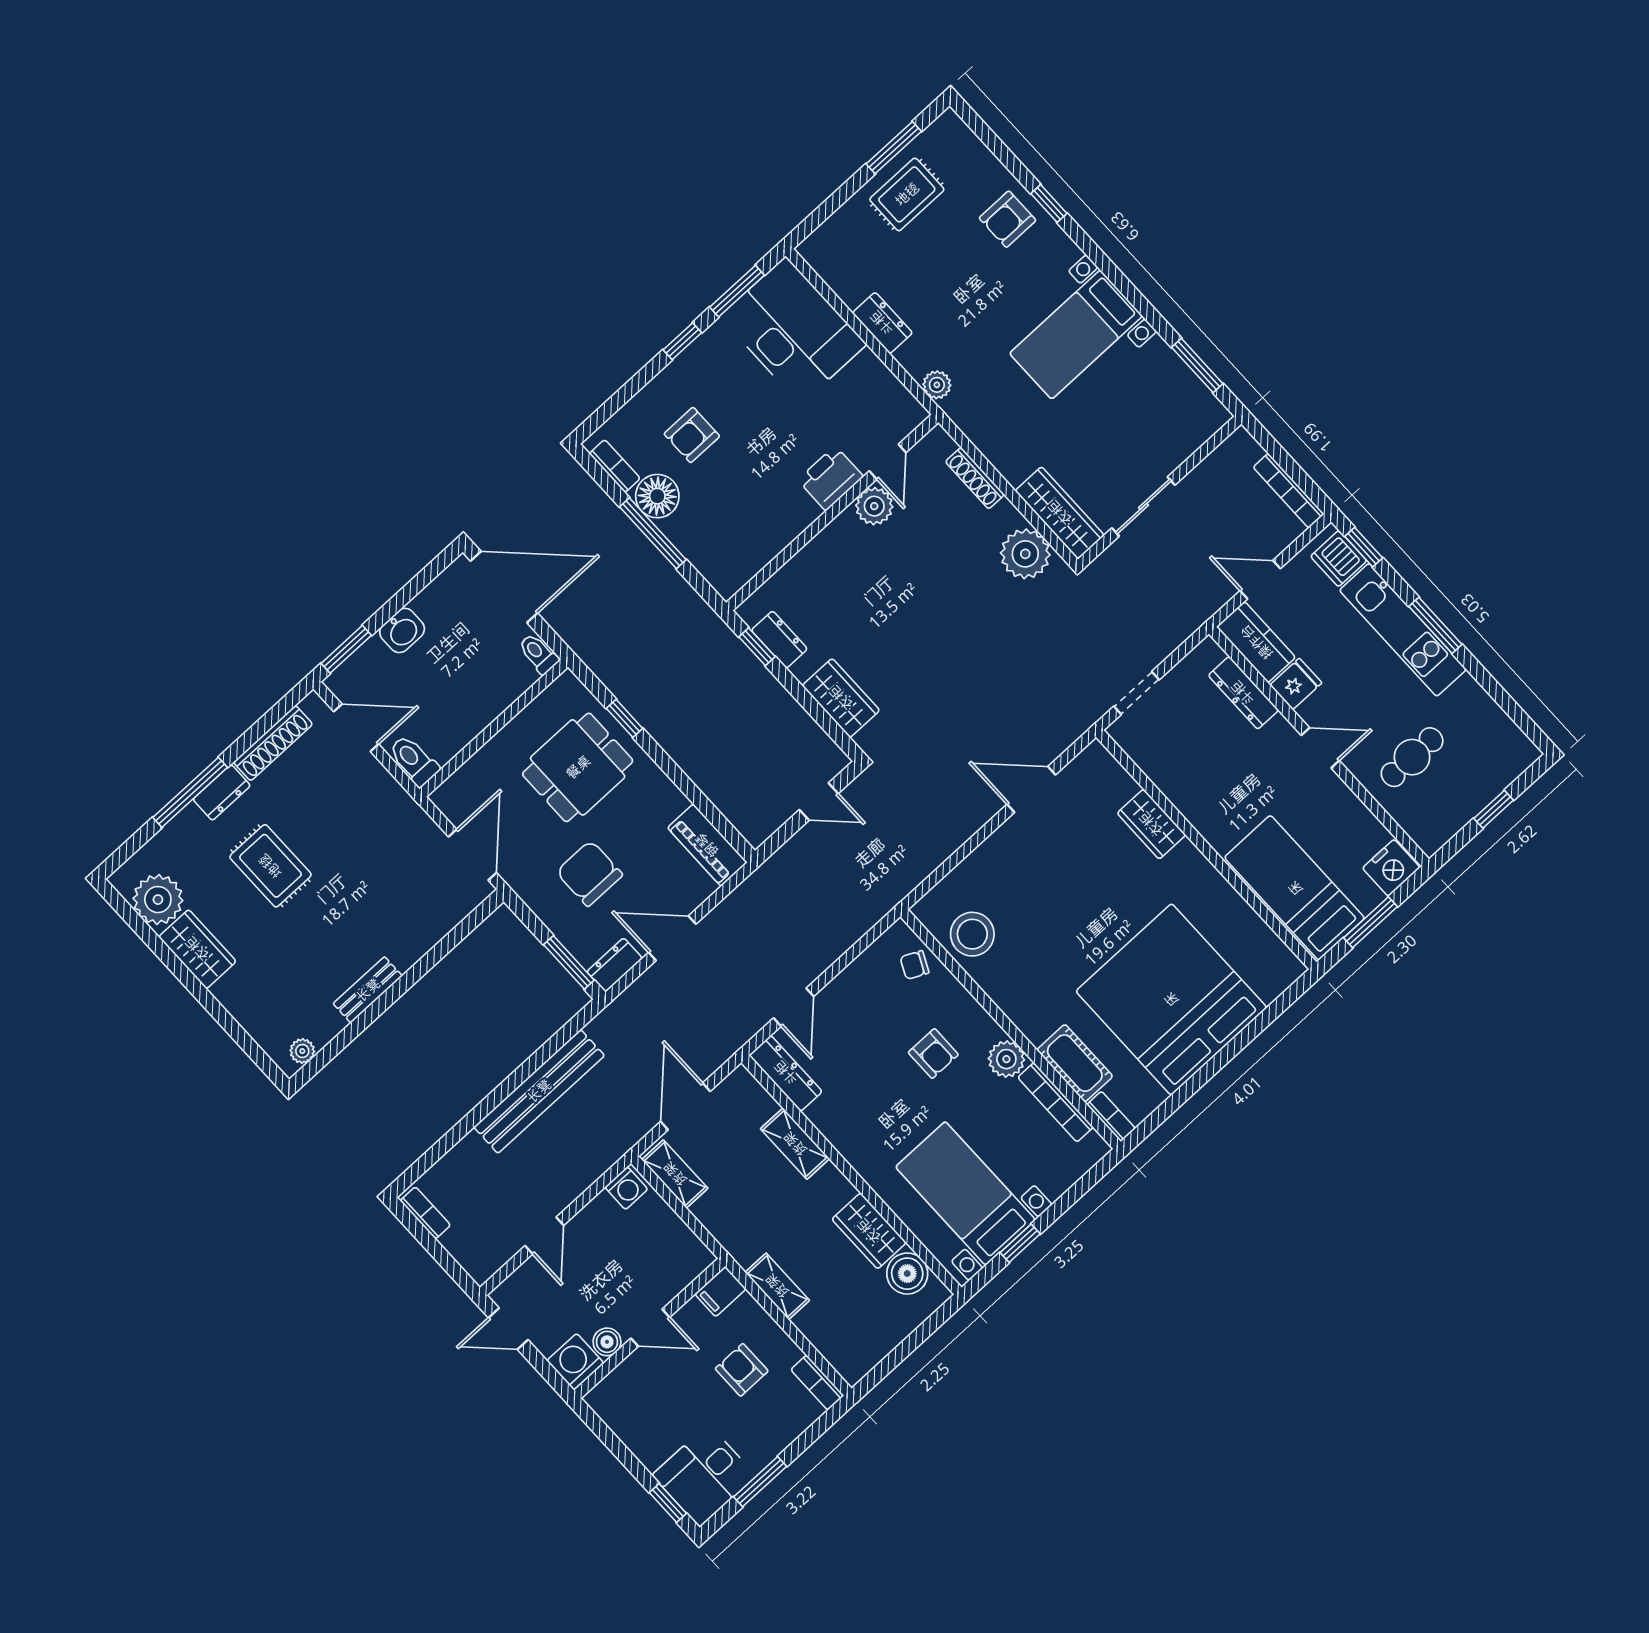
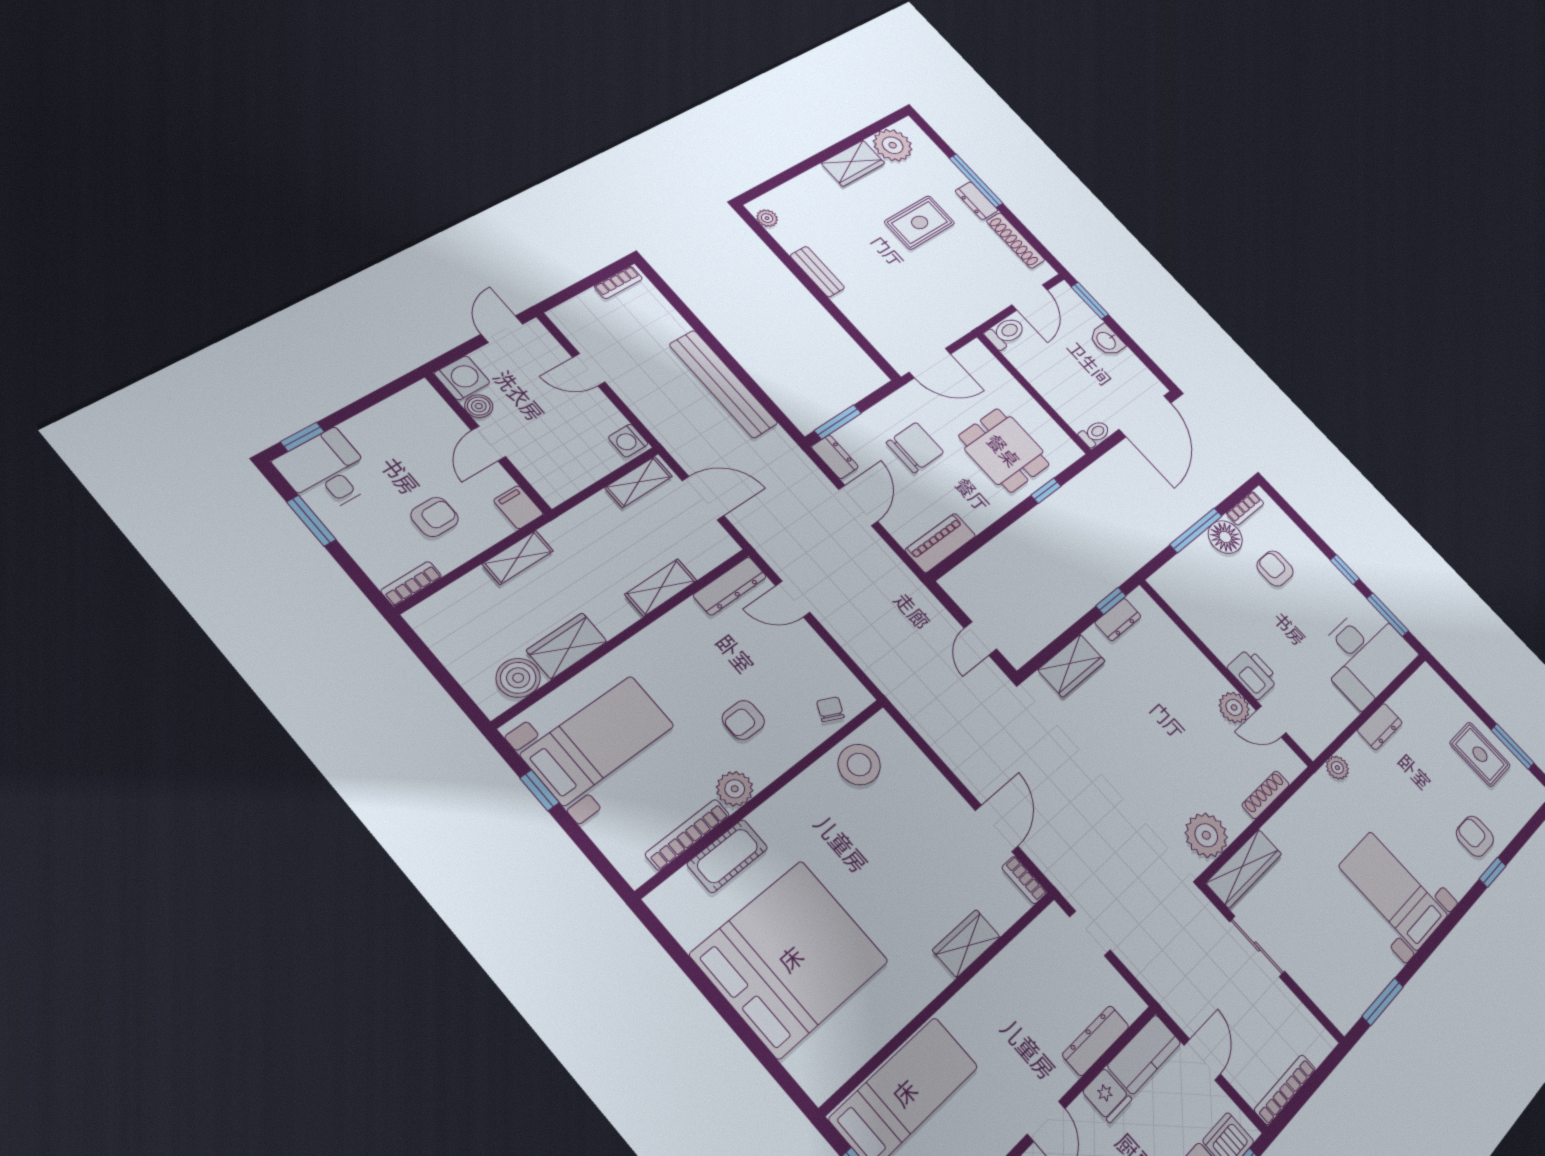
bookcase: (1111, 1116) -> (1024, 880), moved, turned 90

